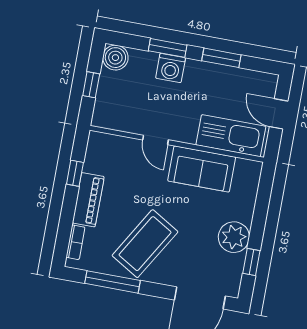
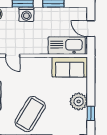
door: (156, 140) -> (13, 56), moved
sofa: (202, 169) -> (70, 67), moved

